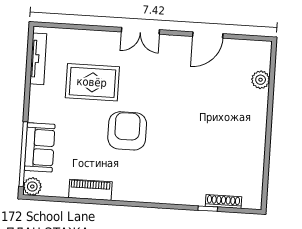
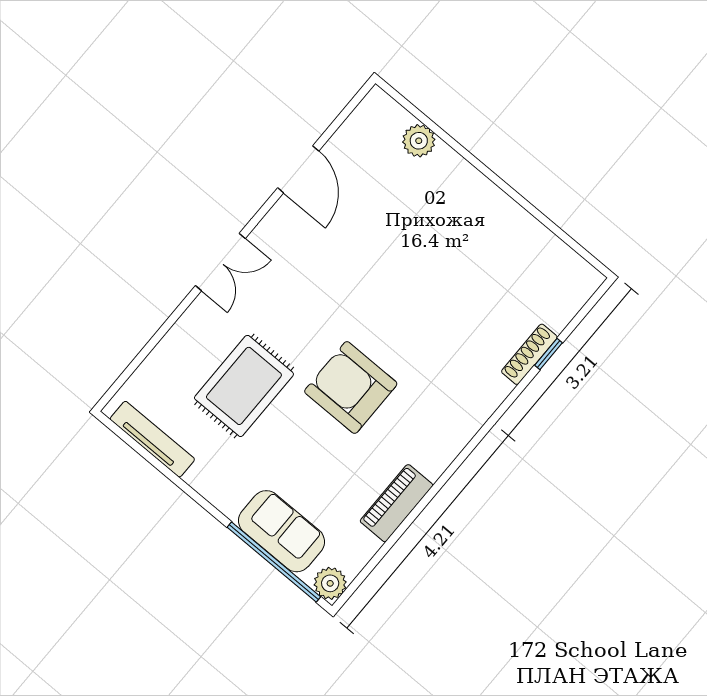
shoe rack: (223, 202) -> (529, 354), moved

